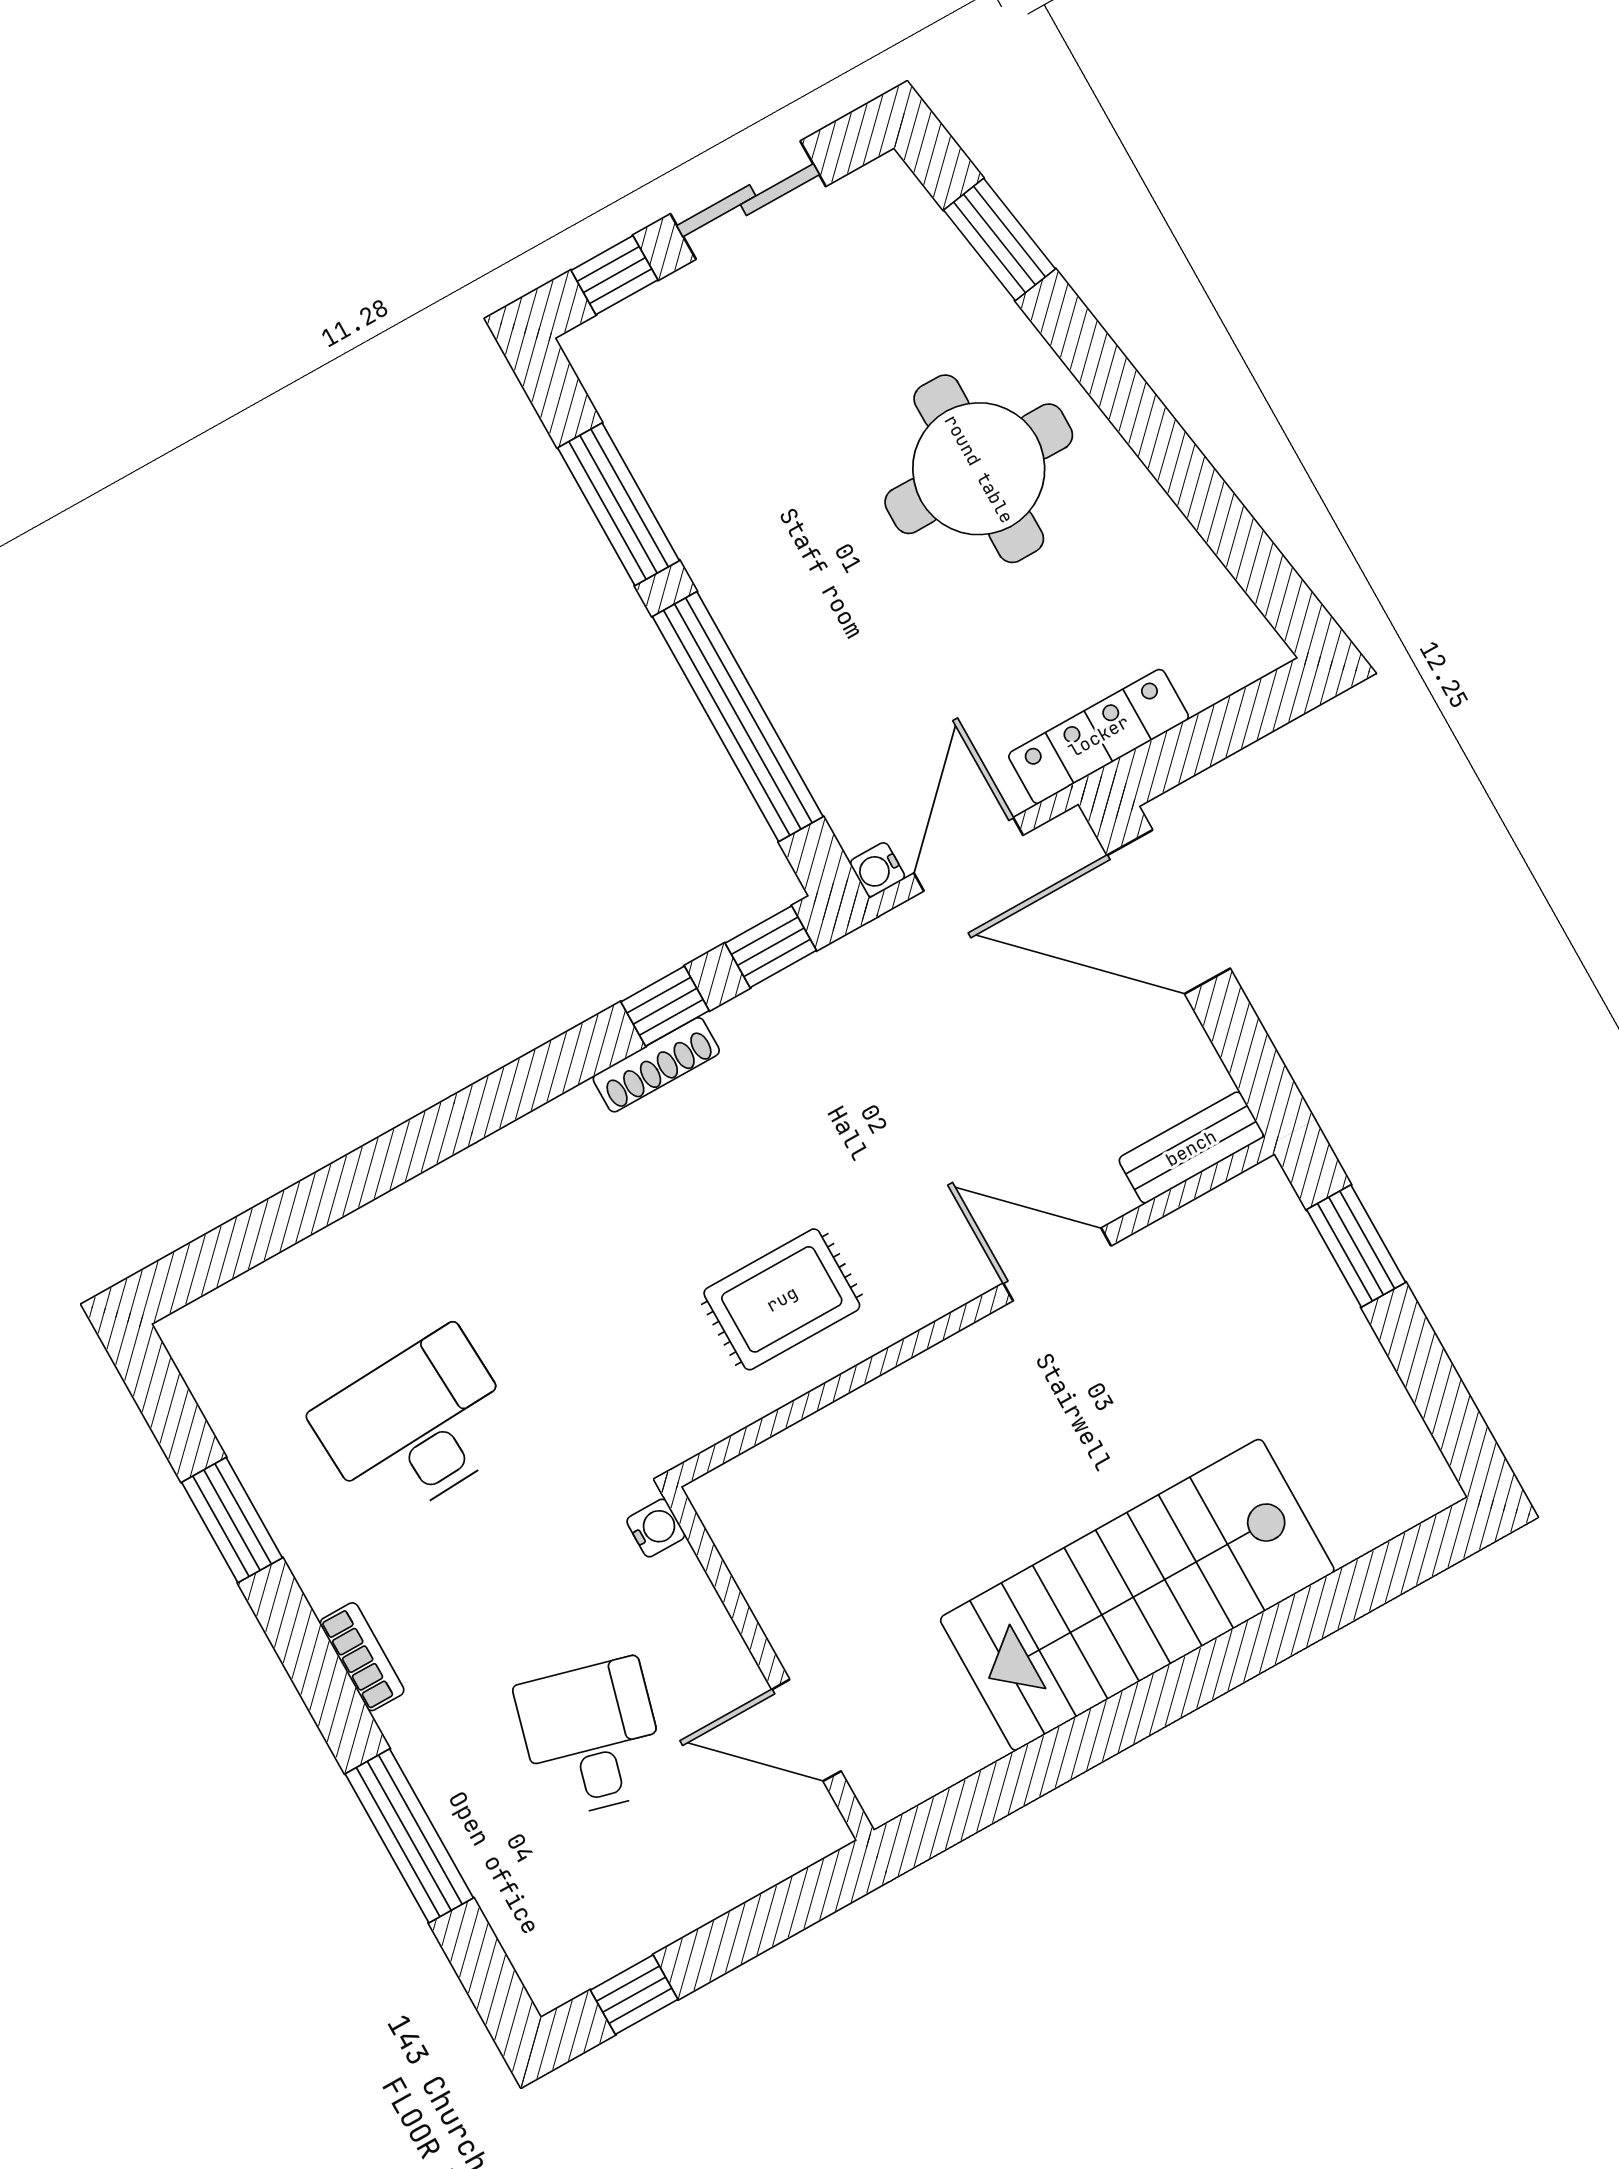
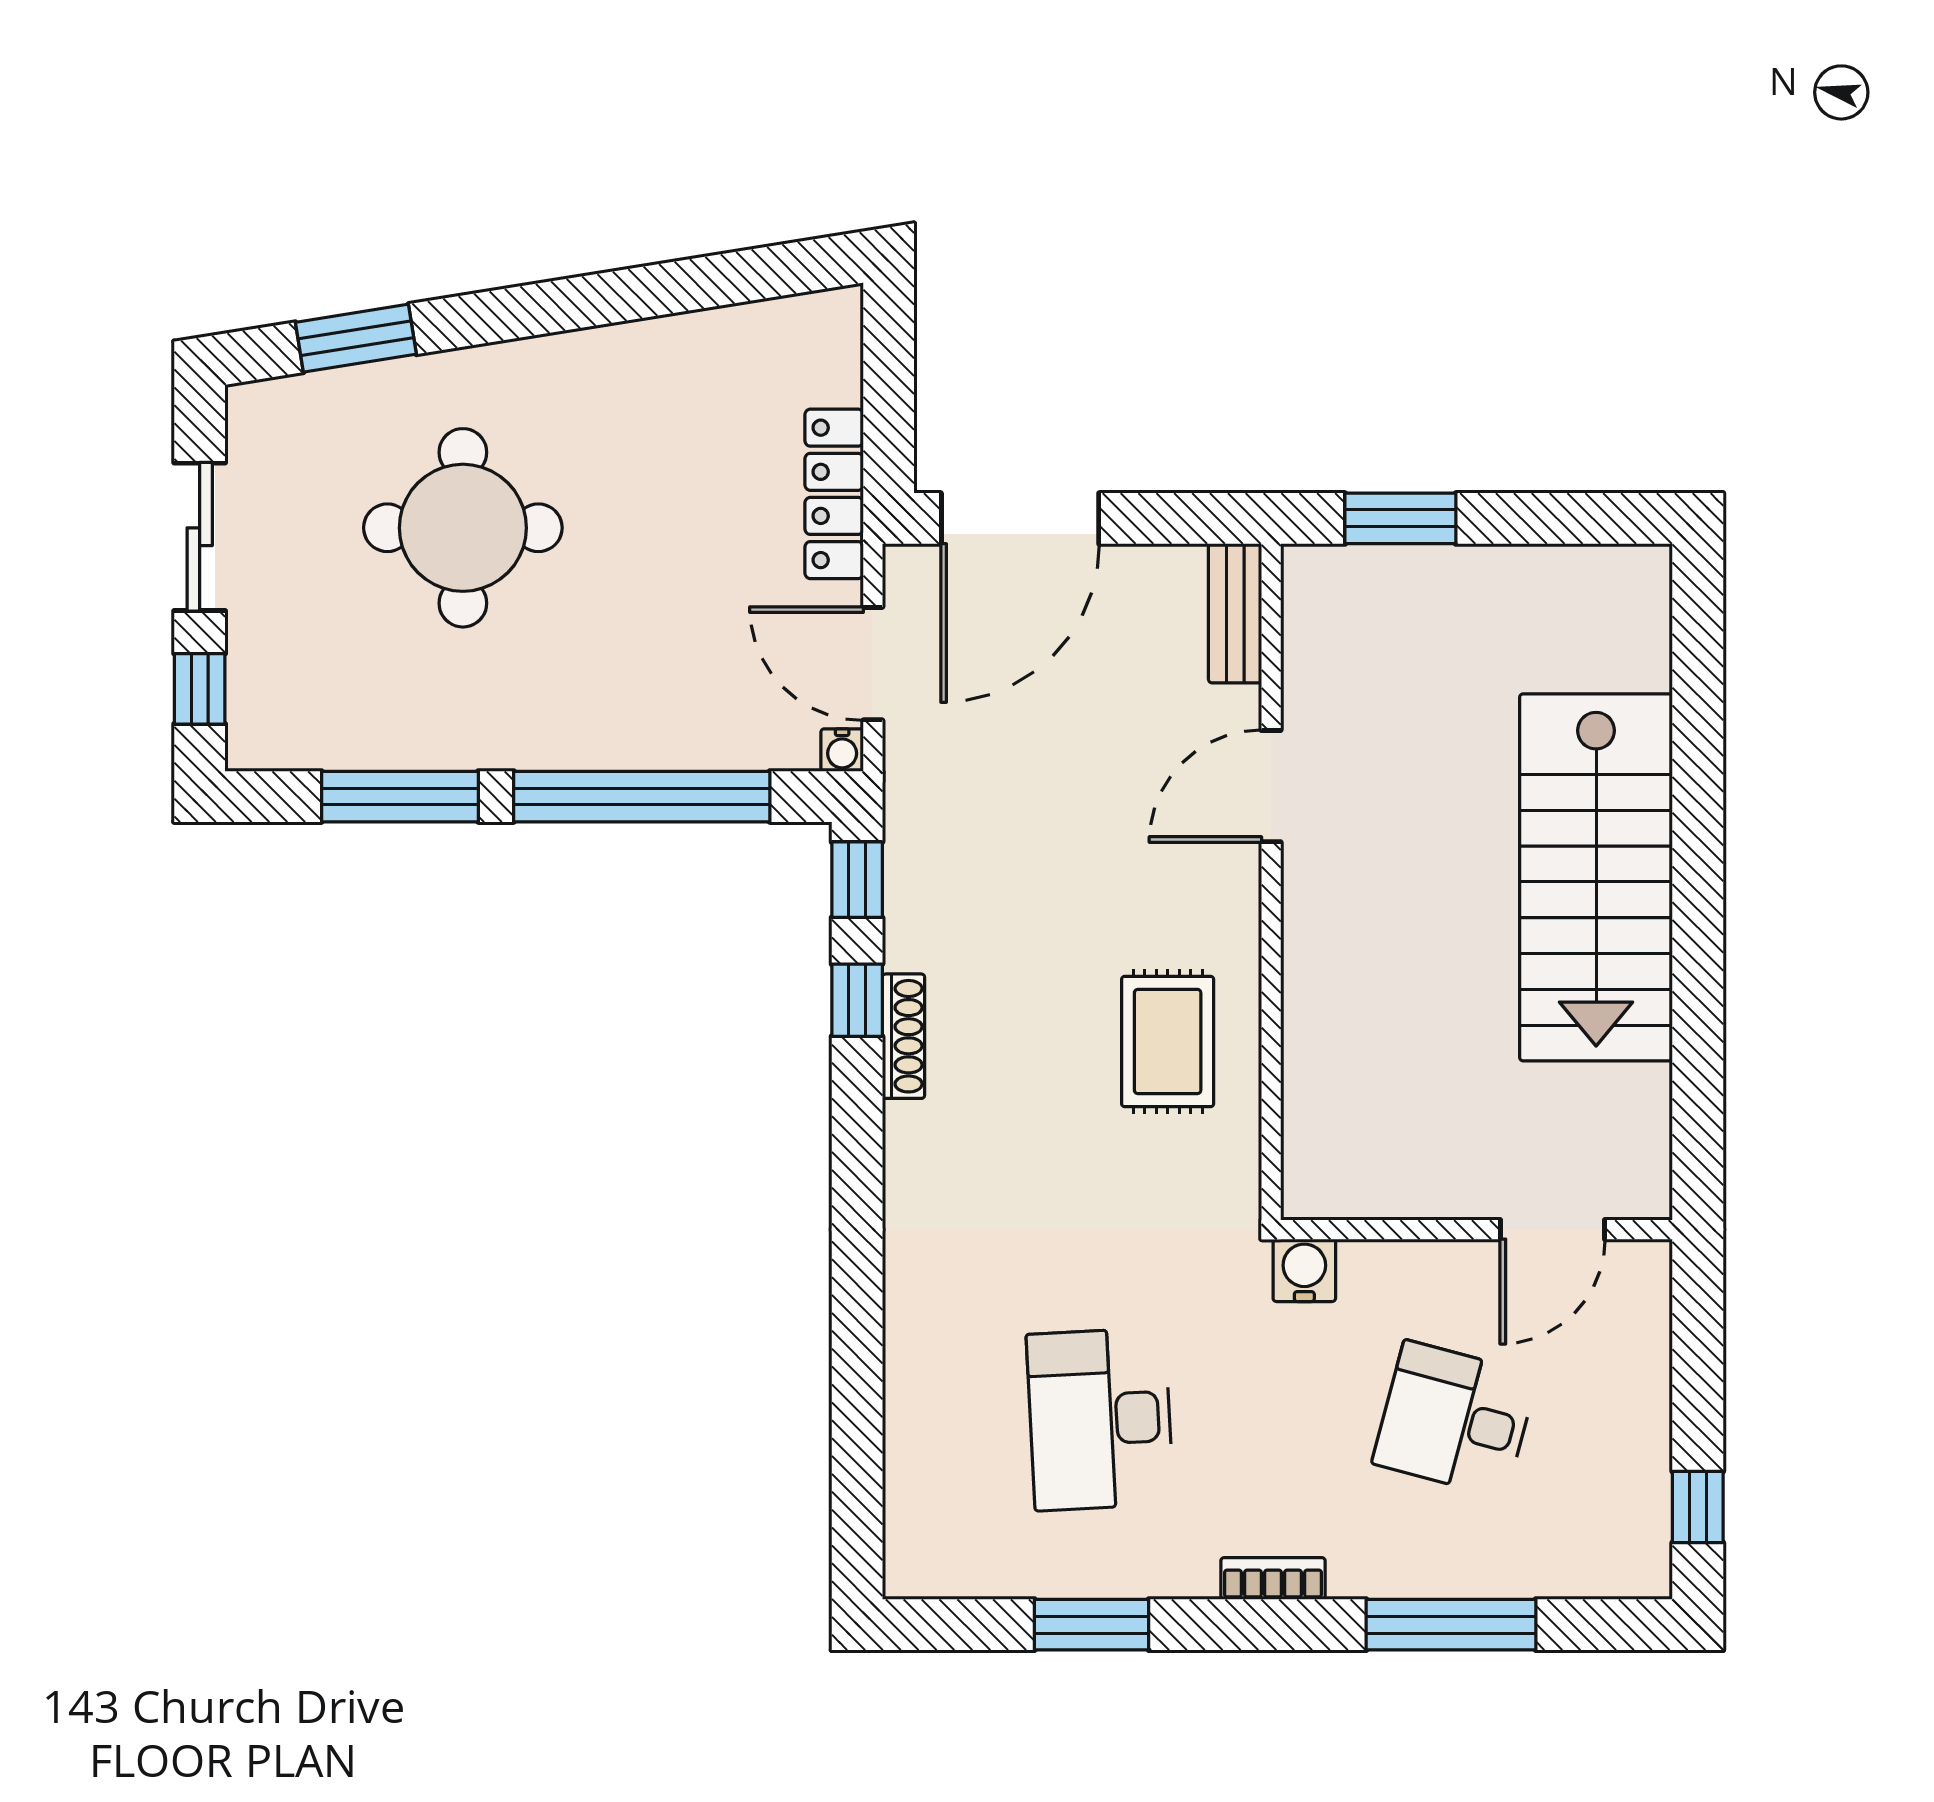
round table: (979, 469) -> (463, 528), moved
water cooler: (656, 1528) -> (1304, 1270), width x1.38, depth x1.38

